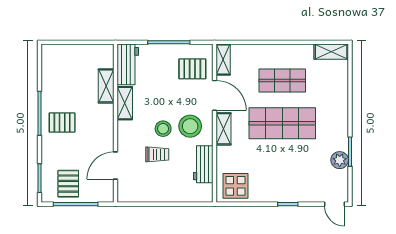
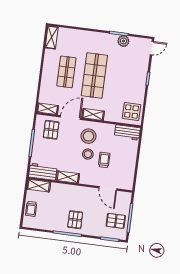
trolley: (70, 54) -> (31, 209), added
shelving: (106, 86) -> (39, 186), moved
workbench: (203, 164) -> (127, 132), moved

